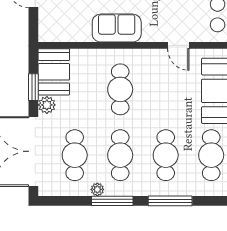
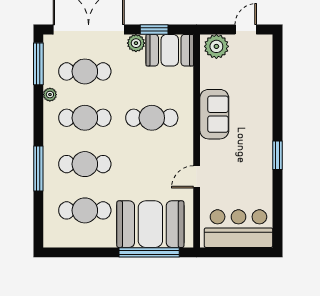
plant: (50, 26) -> (216, 46), added
window: (112, 201) -> (38, 64), moved

